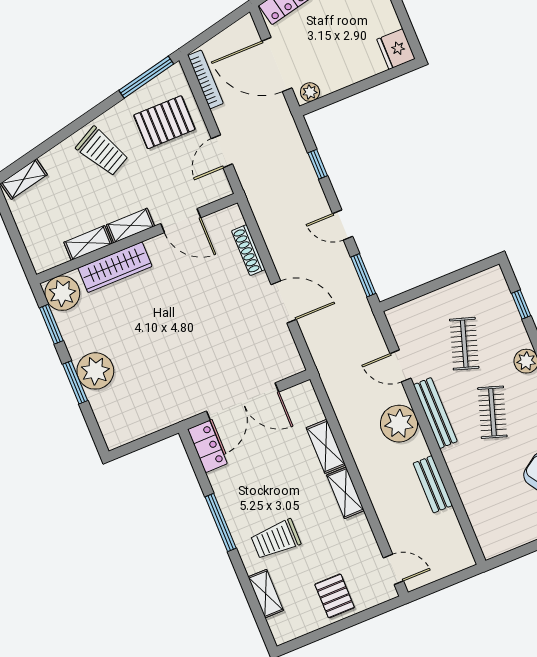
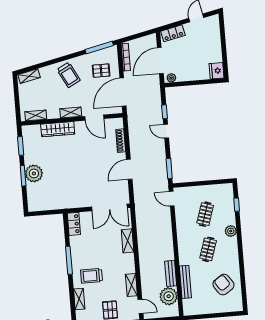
door: (277, 65) -> (160, 61), hinge flipped
pallet: (164, 122) -> (101, 71), width x0.67, depth x0.71
door: (222, 151) -> (123, 92), width x1.88
door: (343, 225) -> (166, 131), moved
shelving: (88, 243) -> (36, 115), moved
plant: (62, 293) -> (30, 133), removed
door: (284, 302) -> (129, 169), swing flipped
door: (400, 366) -> (172, 199), moved
double door: (243, 402) -> (109, 207), moved
bench: (435, 413) -> (185, 282), moved
plant: (399, 424) -> (169, 296), moved
shelving: (345, 493) -> (131, 285), moved

